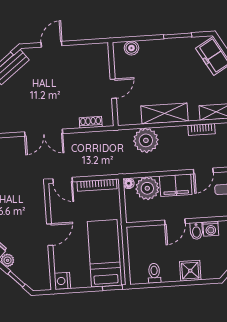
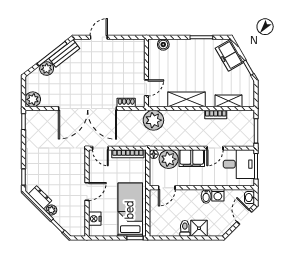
door: (113, 89) -> (146, 88), moved
double door: (44, 133) -> (88, 109), width x1.87
plant: (146, 140) -> (153, 120), moved
door: (175, 222) -> (167, 188), moved
toilet: (154, 273) -> (185, 228), moved
nightstand: (62, 281) -> (95, 219), moved

